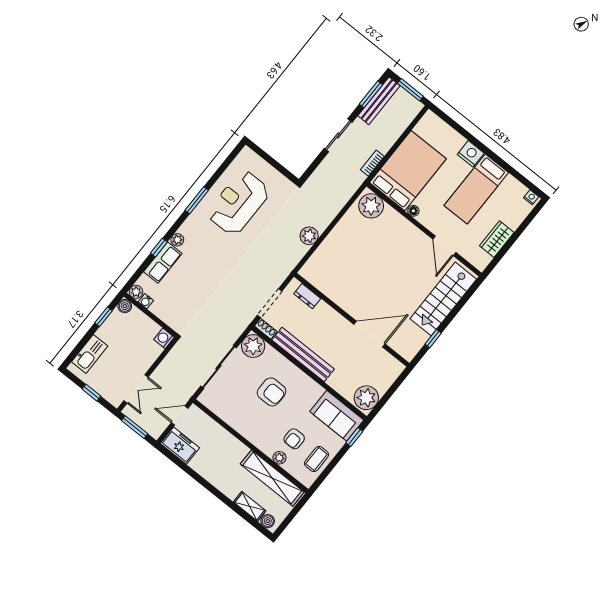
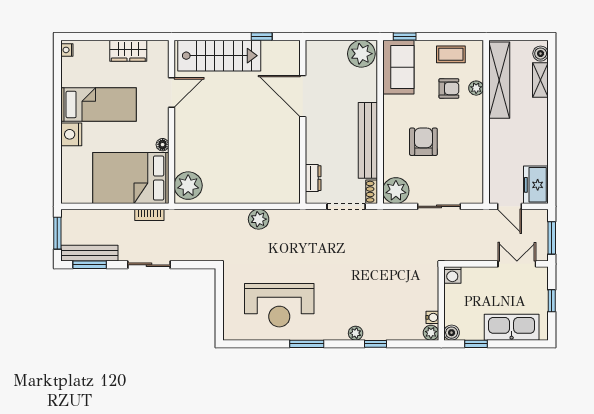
row of seats: (163, 263) -> (386, 330), removed
kitchen sink: (90, 354) -> (512, 327), width x1.36, depth x1.24
sliding door: (219, 367) -> (439, 206), width x0.73

